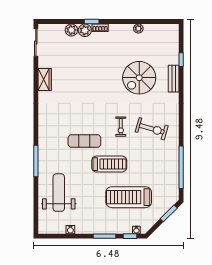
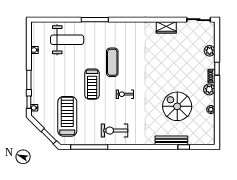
plant: (85, 30) -> (209, 89), moved
spiral stairs: (139, 78) -> (177, 106), moved
bench: (174, 79) -> (171, 140), width x1.36
exercise bike: (152, 129) -> (114, 131), moved, turned 74
treadmill: (129, 197) -> (67, 116), moved

